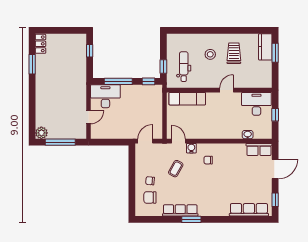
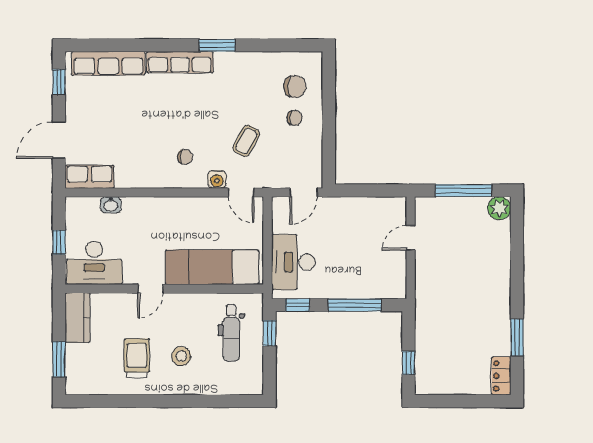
kitchen counter: (265, 47) -> (77, 318), moved
trolley: (234, 53) -> (137, 358), turned 180
desk: (105, 96) -> (293, 262), moved, turned 90
exam couch: (187, 99) -> (212, 267), width x1.36, depth x1.45
row of seats: (180, 210) -> (180, 62), moved

